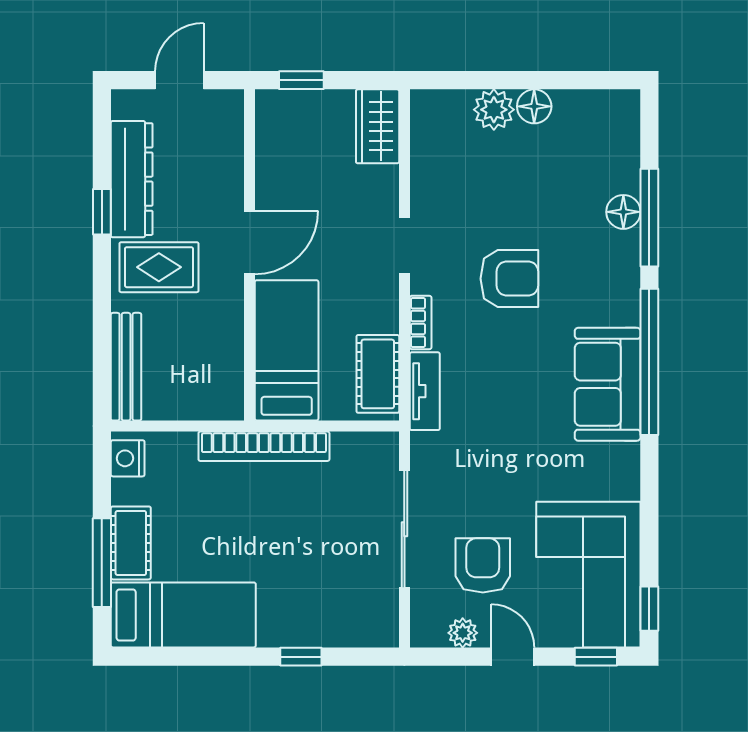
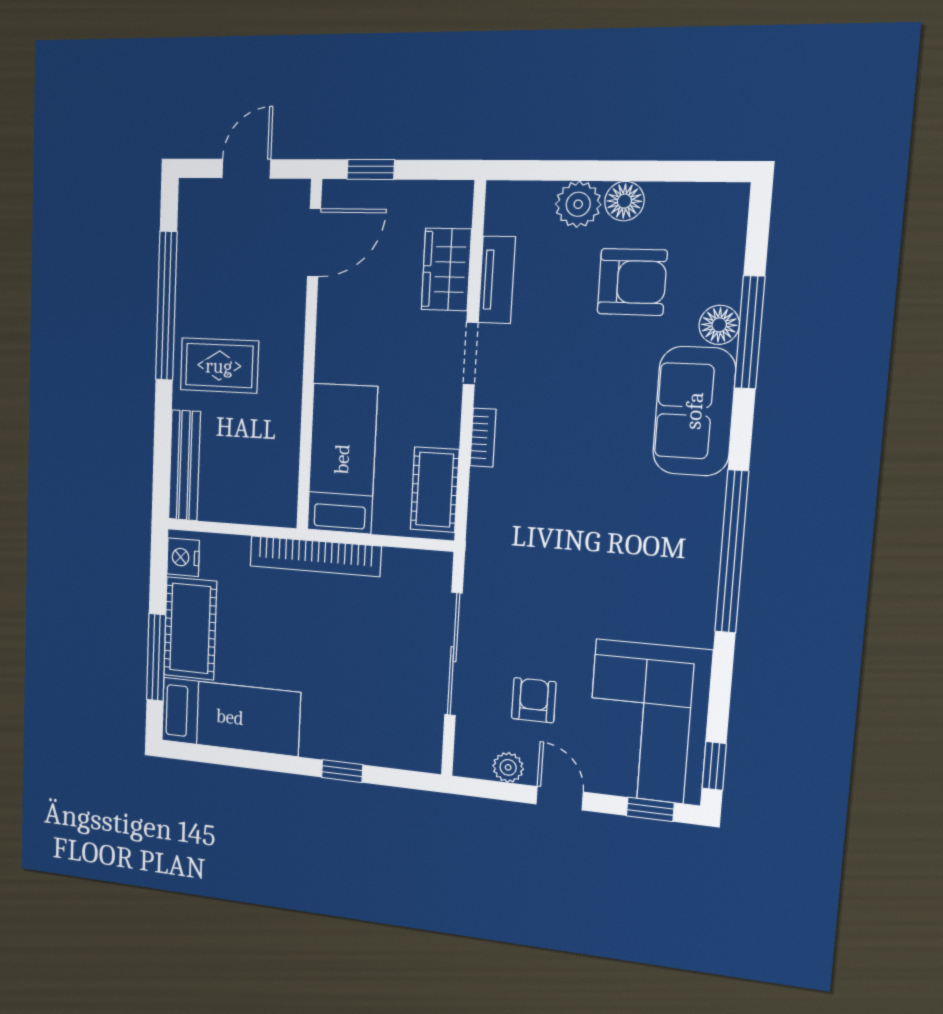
wardrobe: (378, 126) -> (446, 269), moved
dresser: (132, 179) -> (196, 273), removed
window: (102, 212) -> (166, 306), width x3.17
door: (250, 243) -> (314, 243), moved
armchair: (509, 279) -> (632, 282), moved
window: (649, 362) -> (732, 552), moved
sofa: (608, 384) -> (694, 411), moved
tv unit: (425, 391) -> (497, 280), moved
cot: (131, 543) -> (190, 628), width x1.37, depth x1.34
armchair: (483, 565) -> (534, 700), width x0.72, depth x0.72

